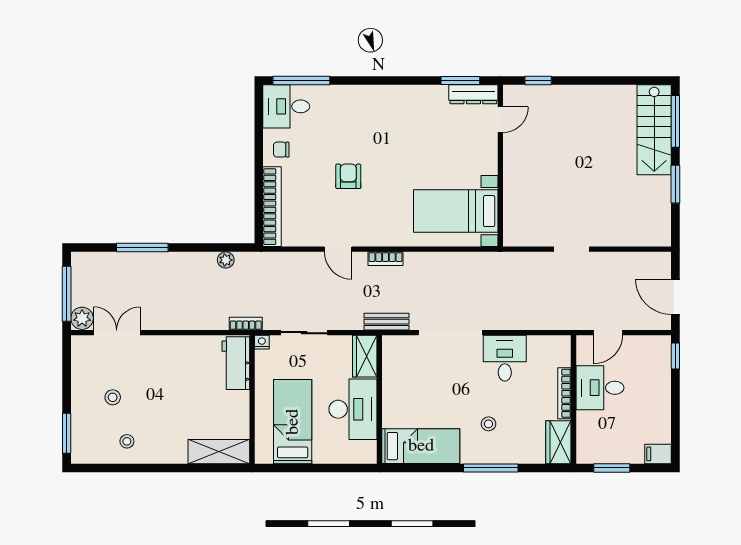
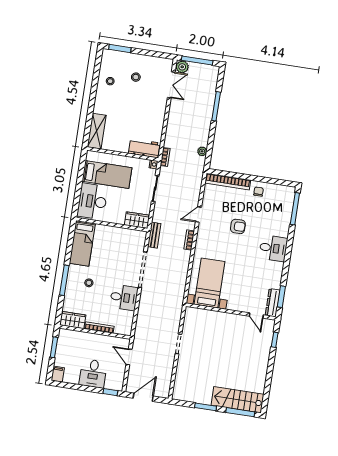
desk: (286, 106) -> (273, 248), moved, turned 90
desk: (600, 388) -> (93, 373), moved, turned 180
desk: (353, 409) -> (92, 201), moved, turned 90

